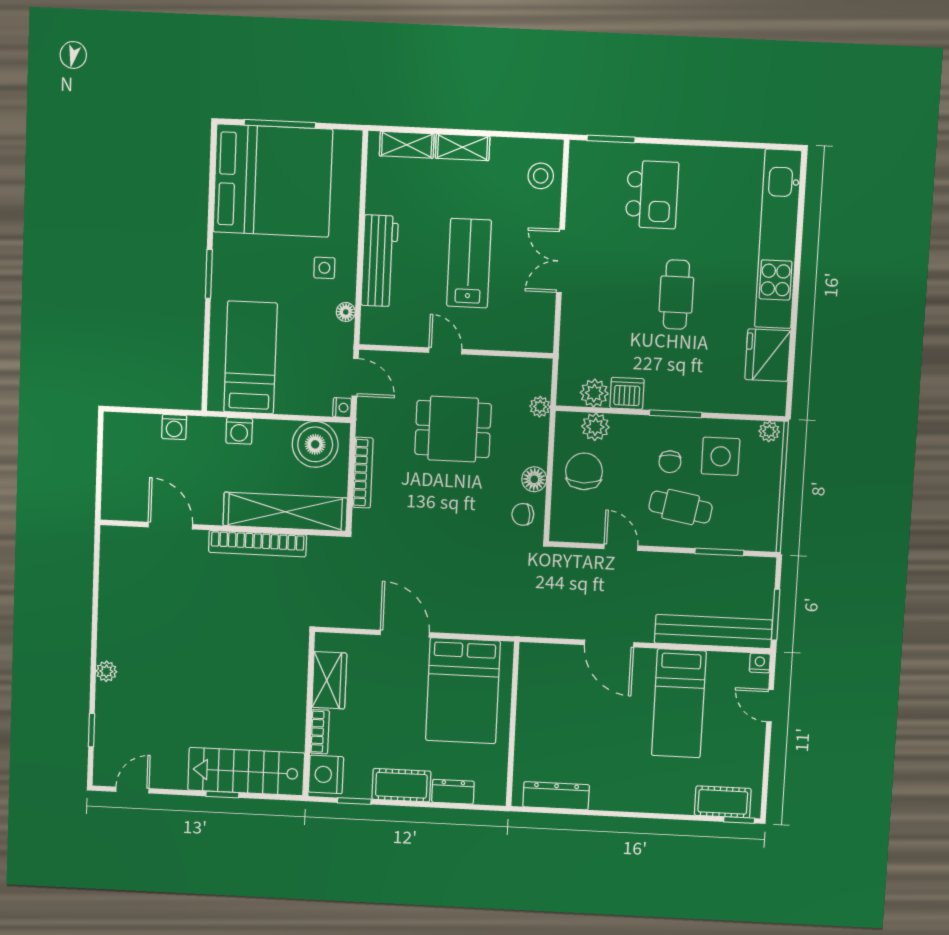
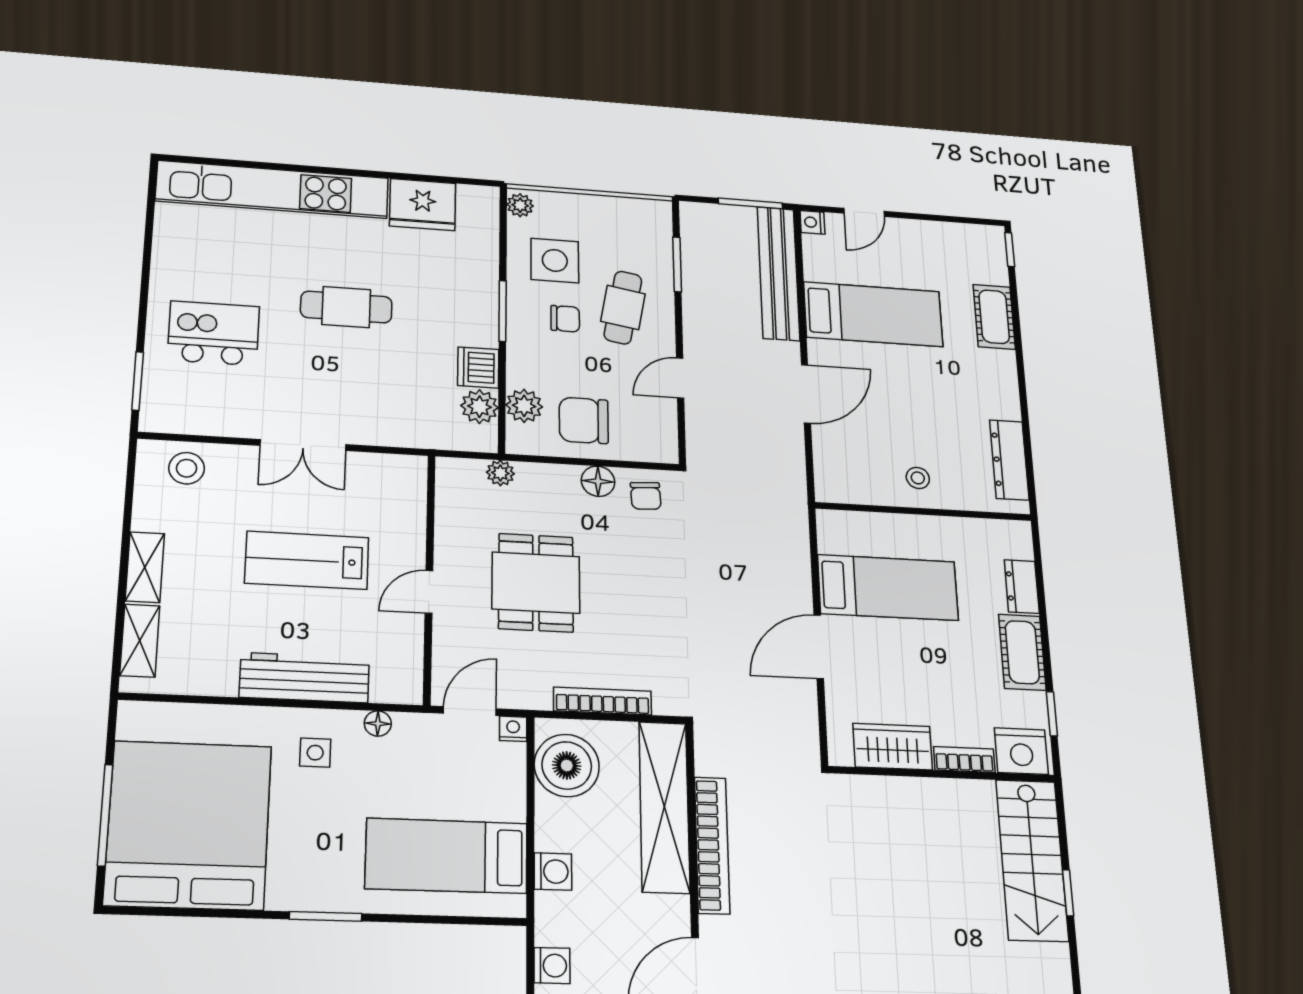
bed: (463, 691) -> (888, 588), width x0.67
stool: (540, 723) -> (918, 478), added
cot: (723, 802) -> (994, 317), moved

